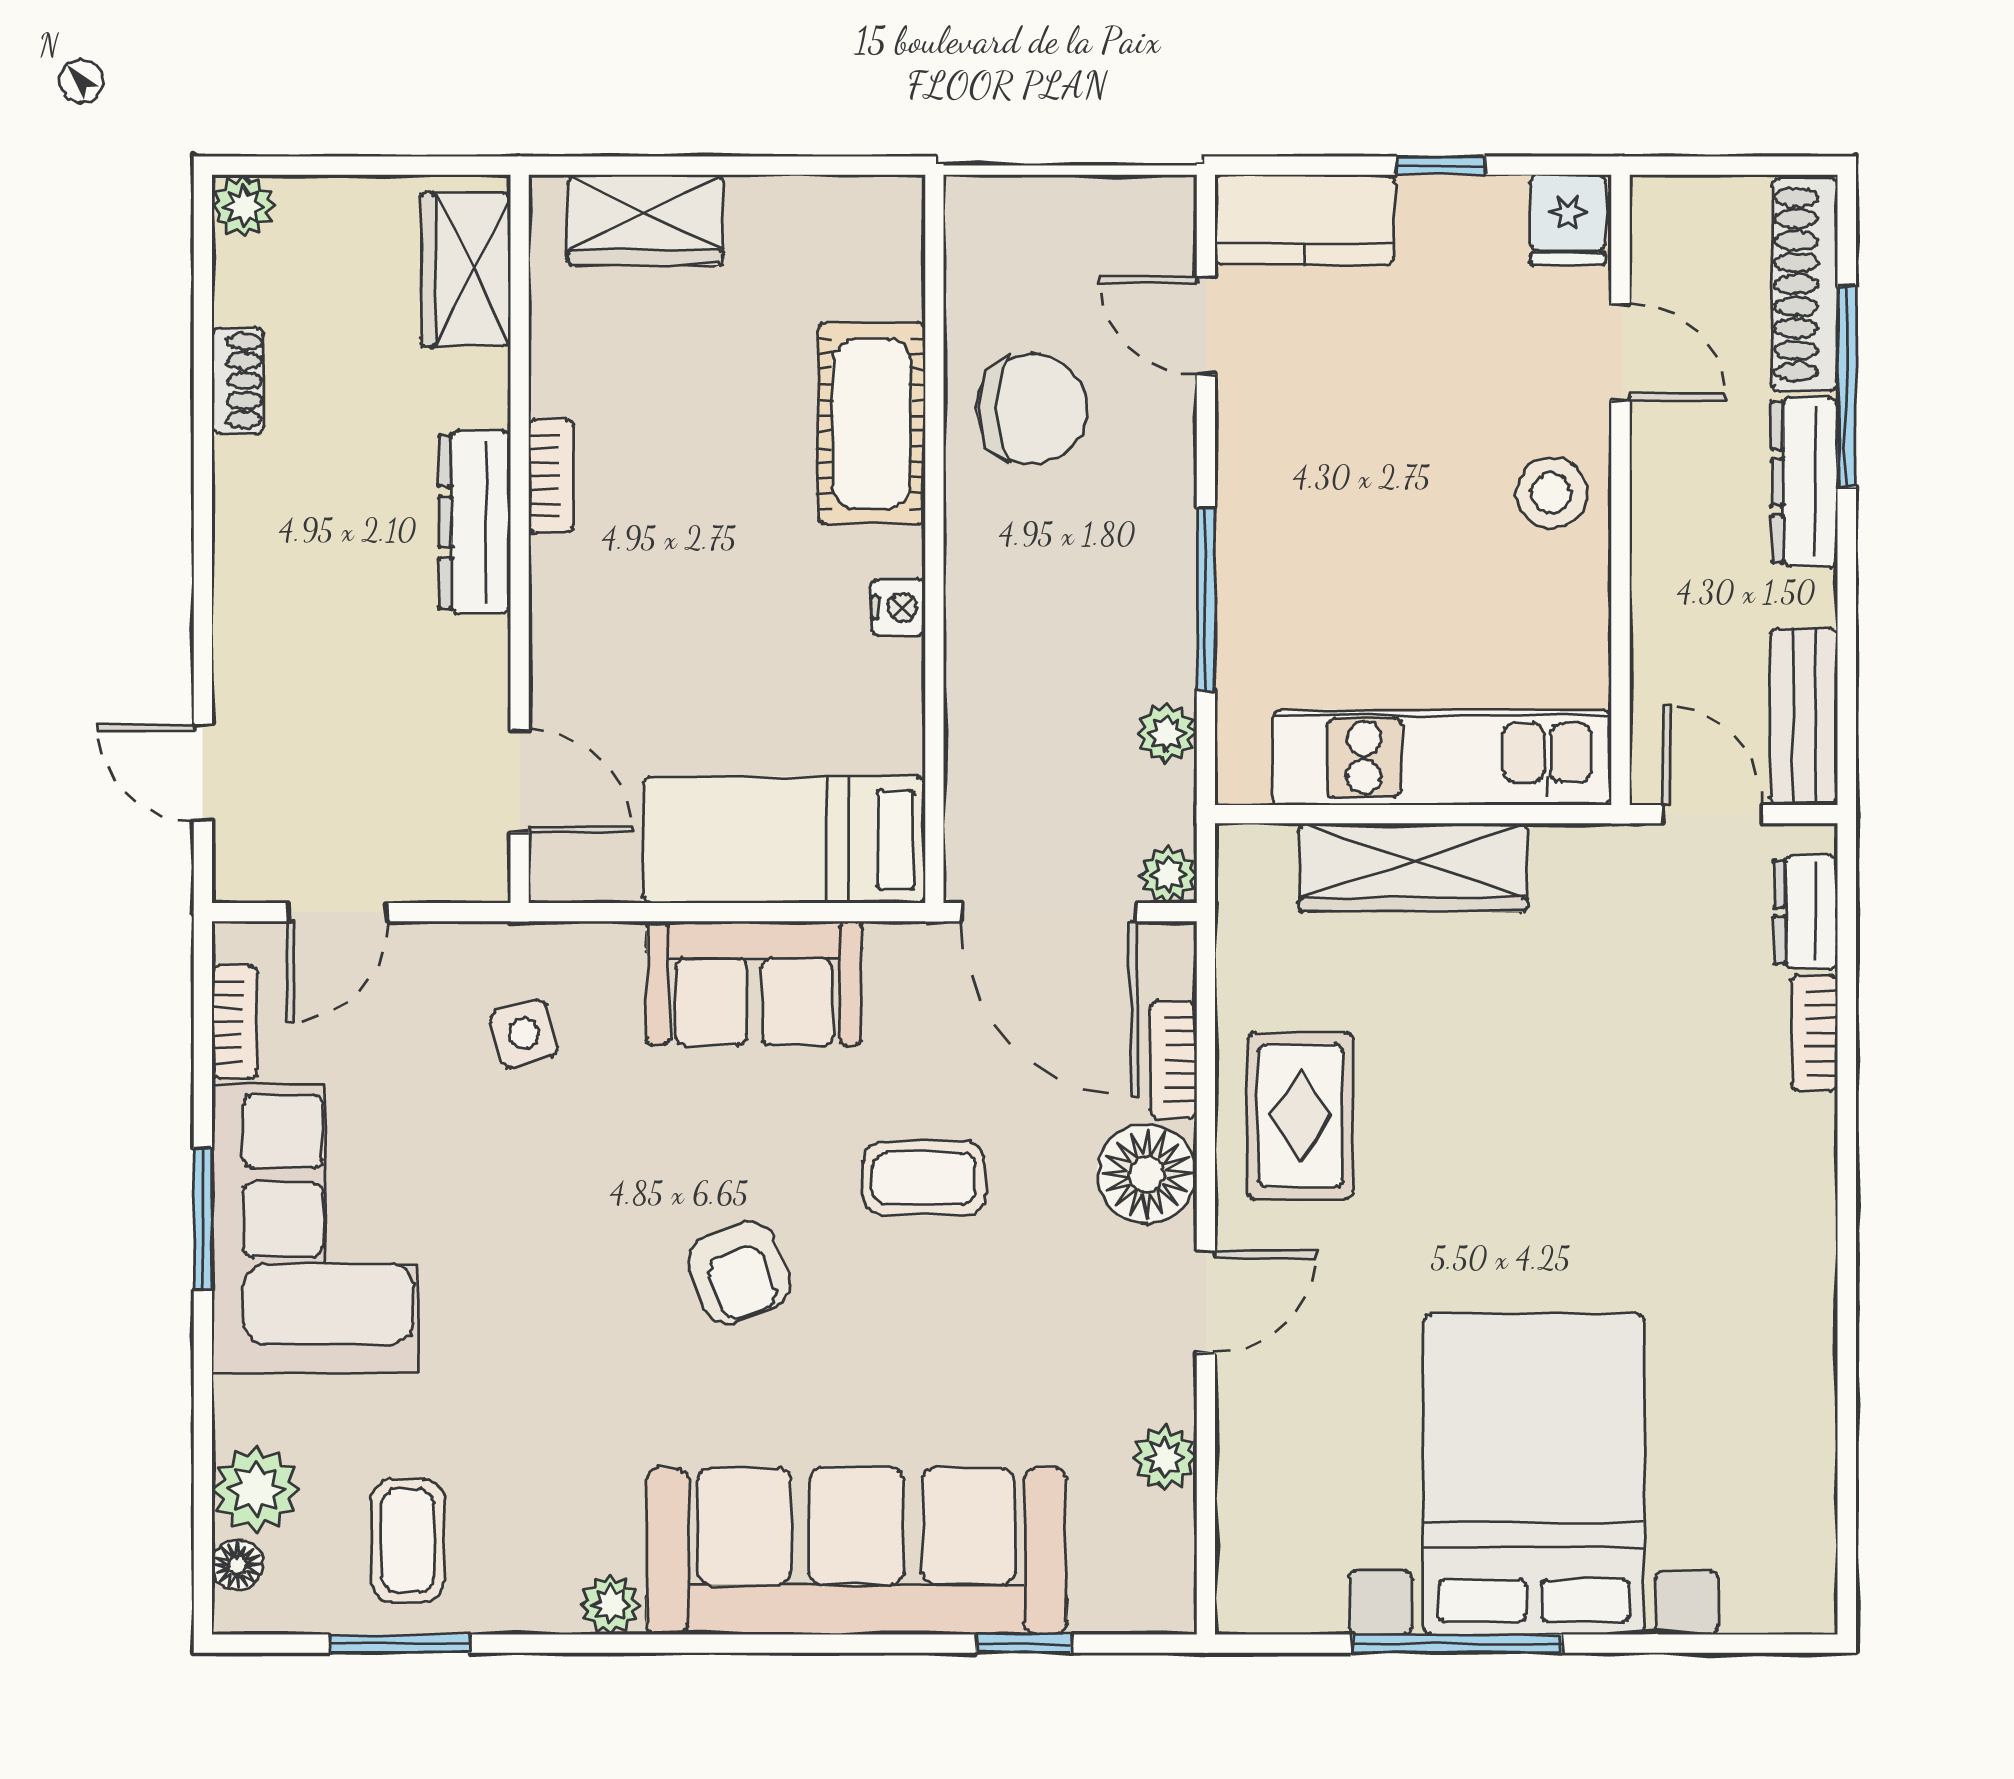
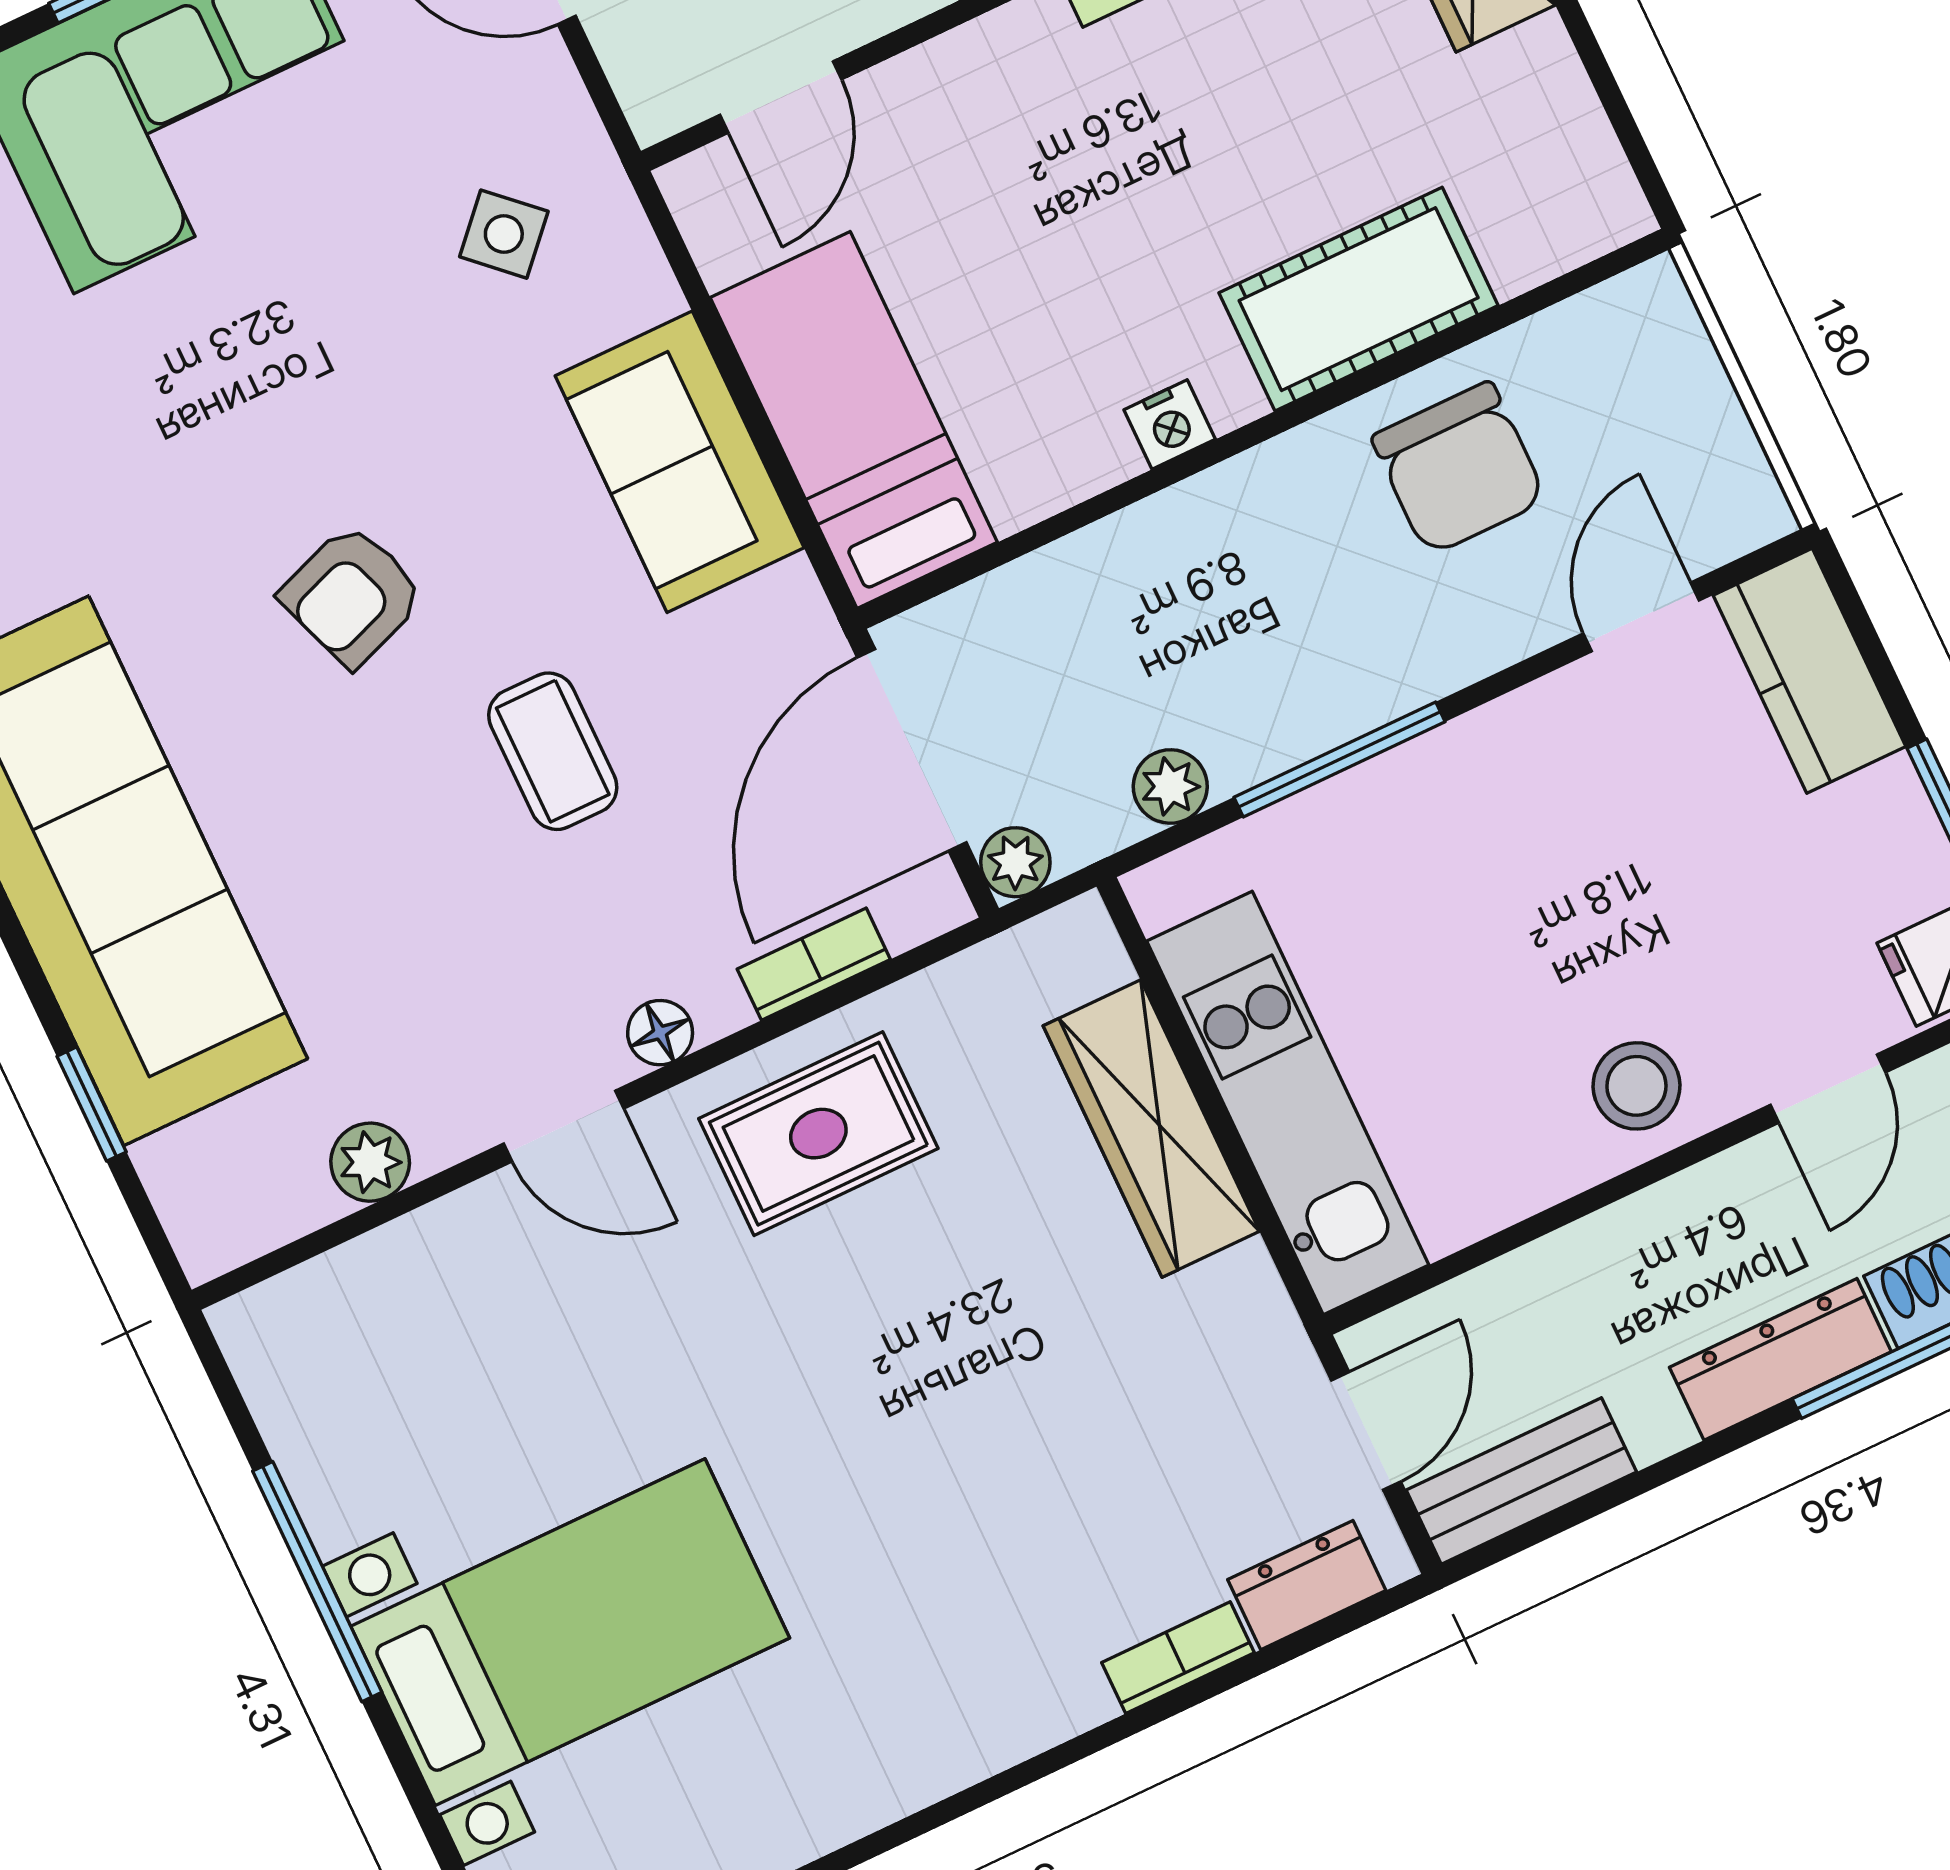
side table: (524, 1034) -> (504, 234), turned -32
floor lamp: (1147, 1174) -> (660, 1033), width x0.53, depth x0.53
bed with nightstands: (1534, 1474) -> (570, 1632), width x0.73

